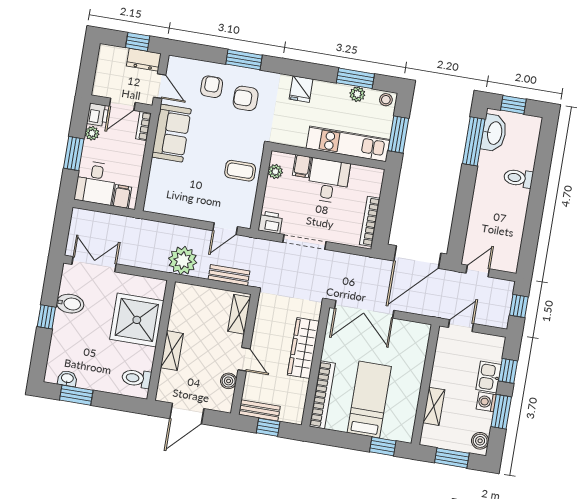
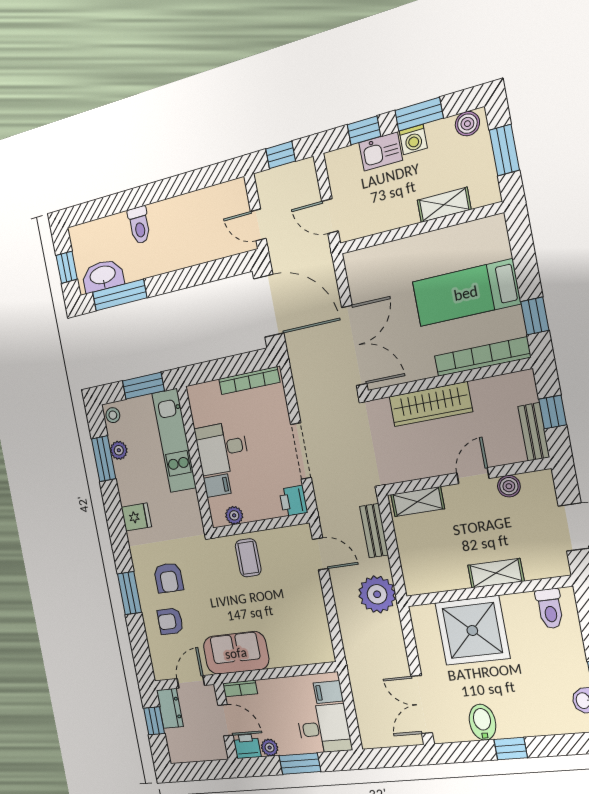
window: (383, 446) -> (535, 316), moved

